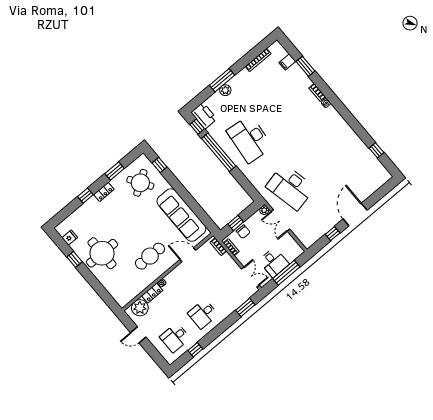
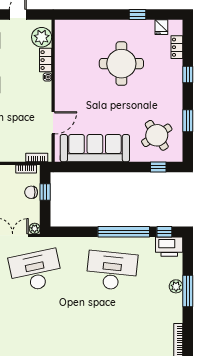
locker: (104, 192) -> (177, 47), moved
round table: (102, 253) -> (121, 64), moved
cafe table: (150, 256) -> (81, 87), removed

